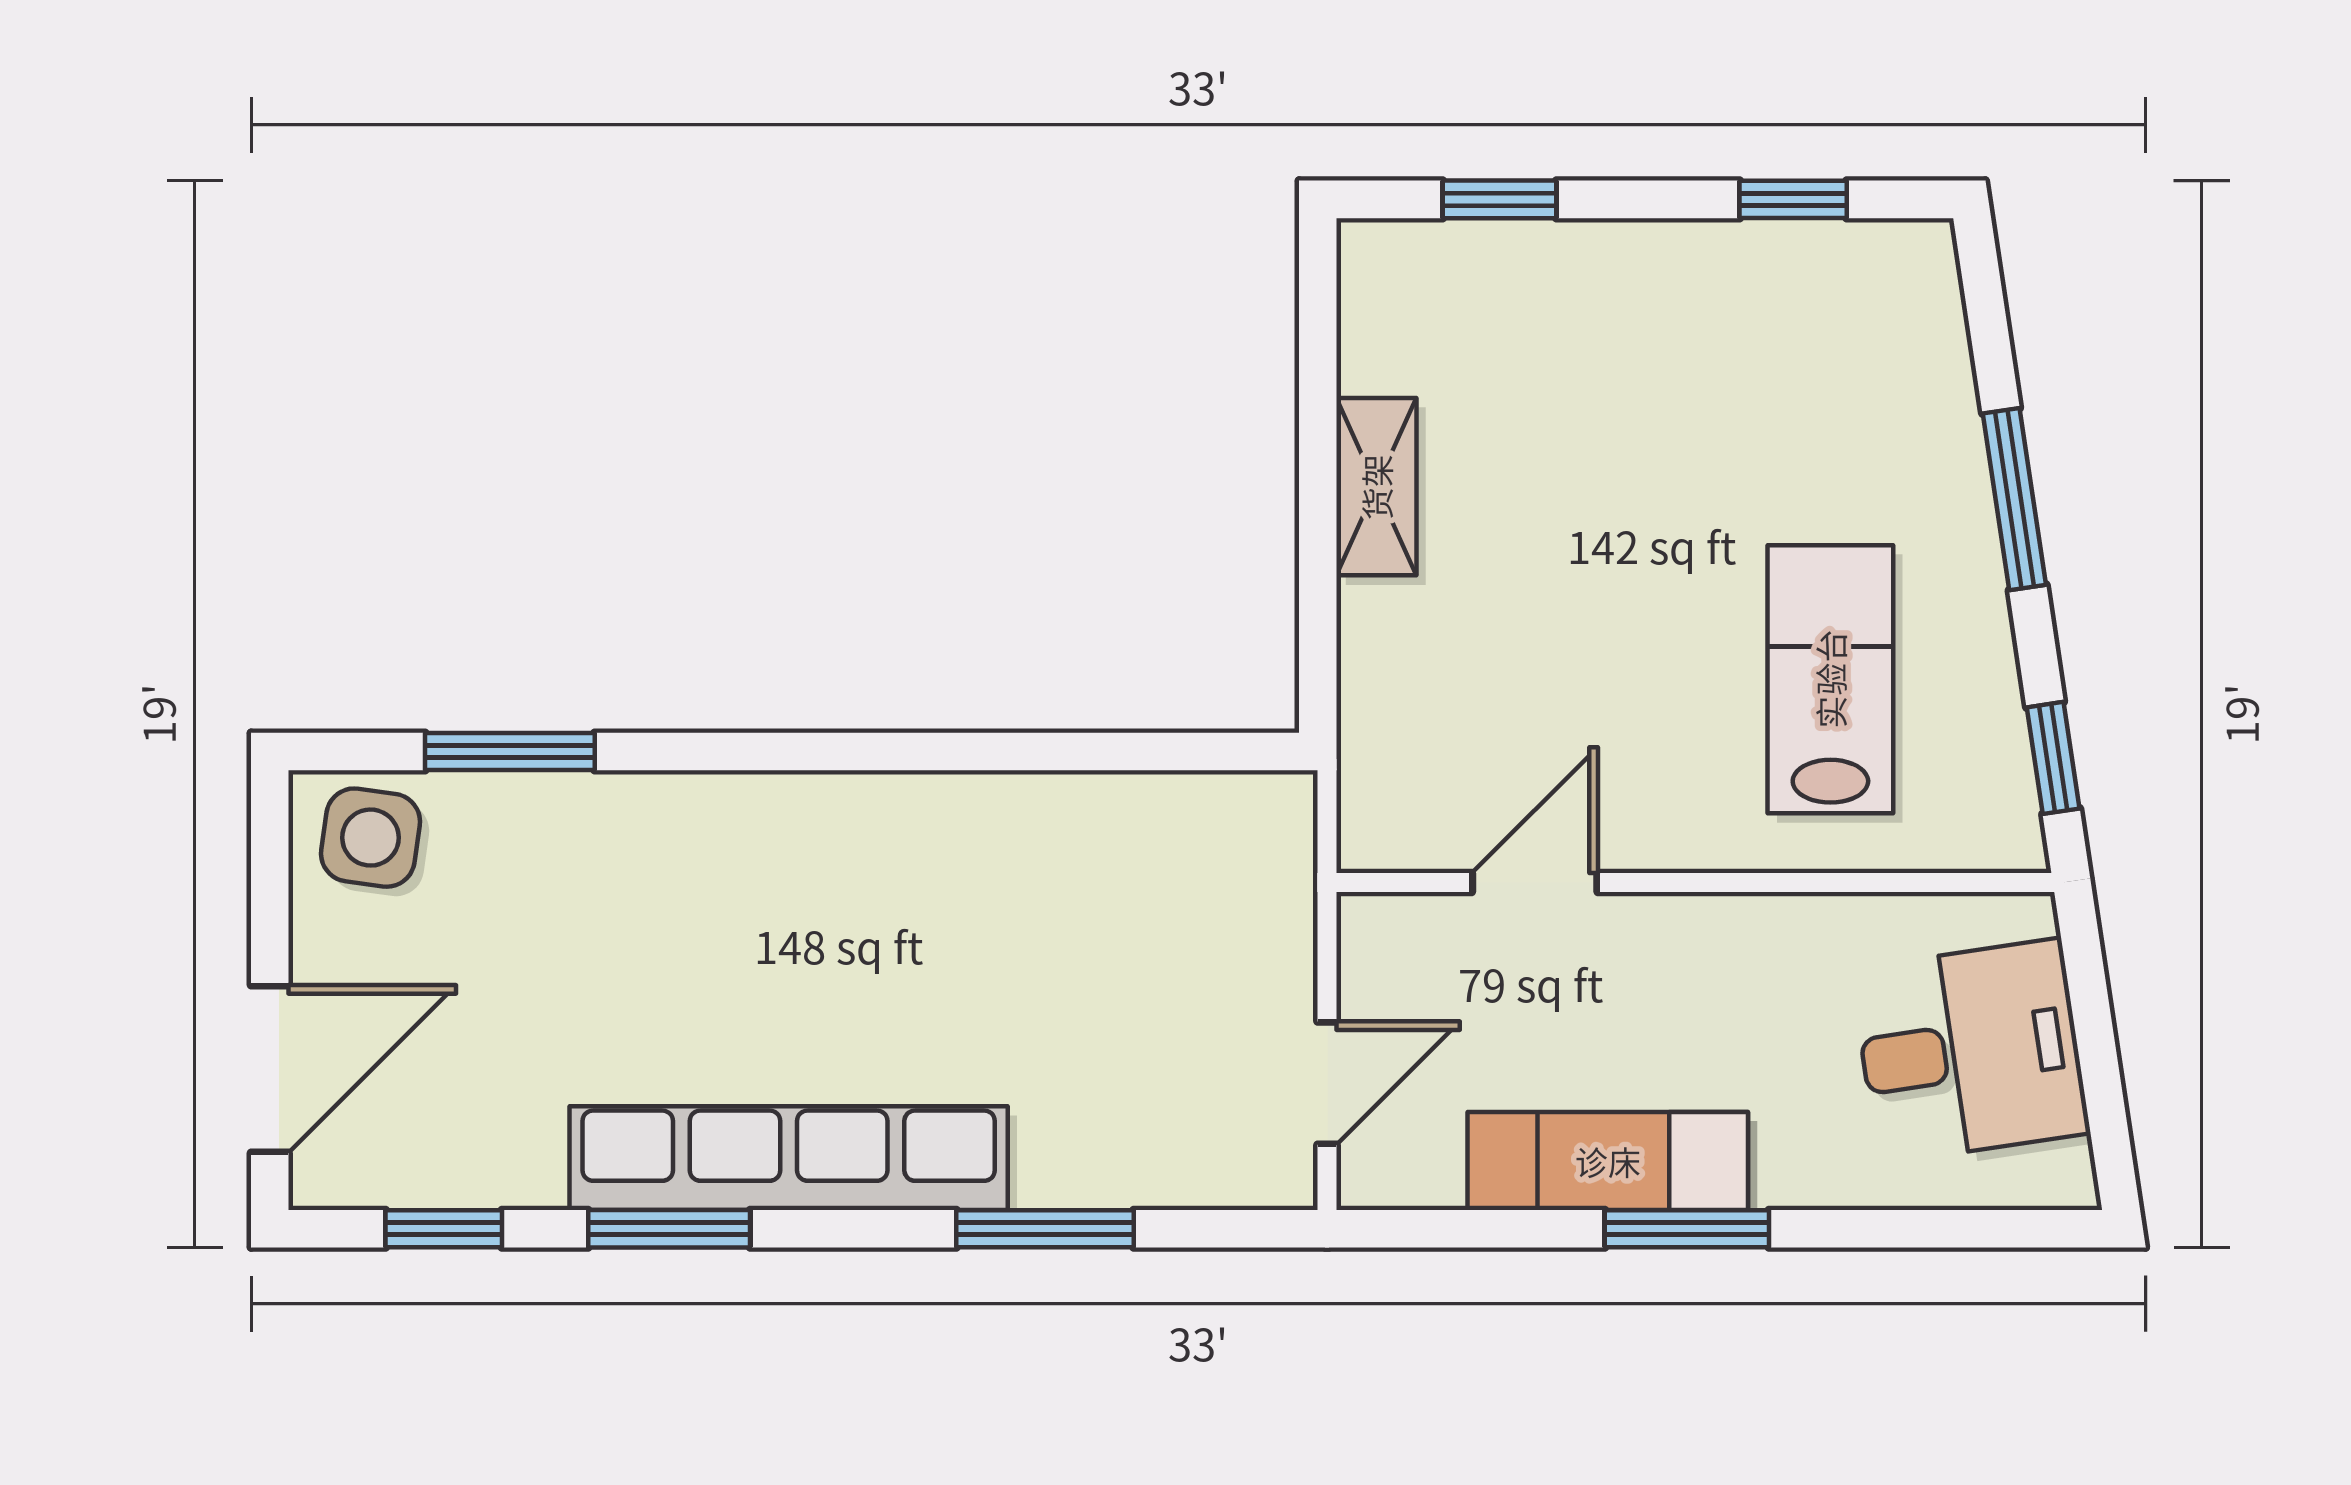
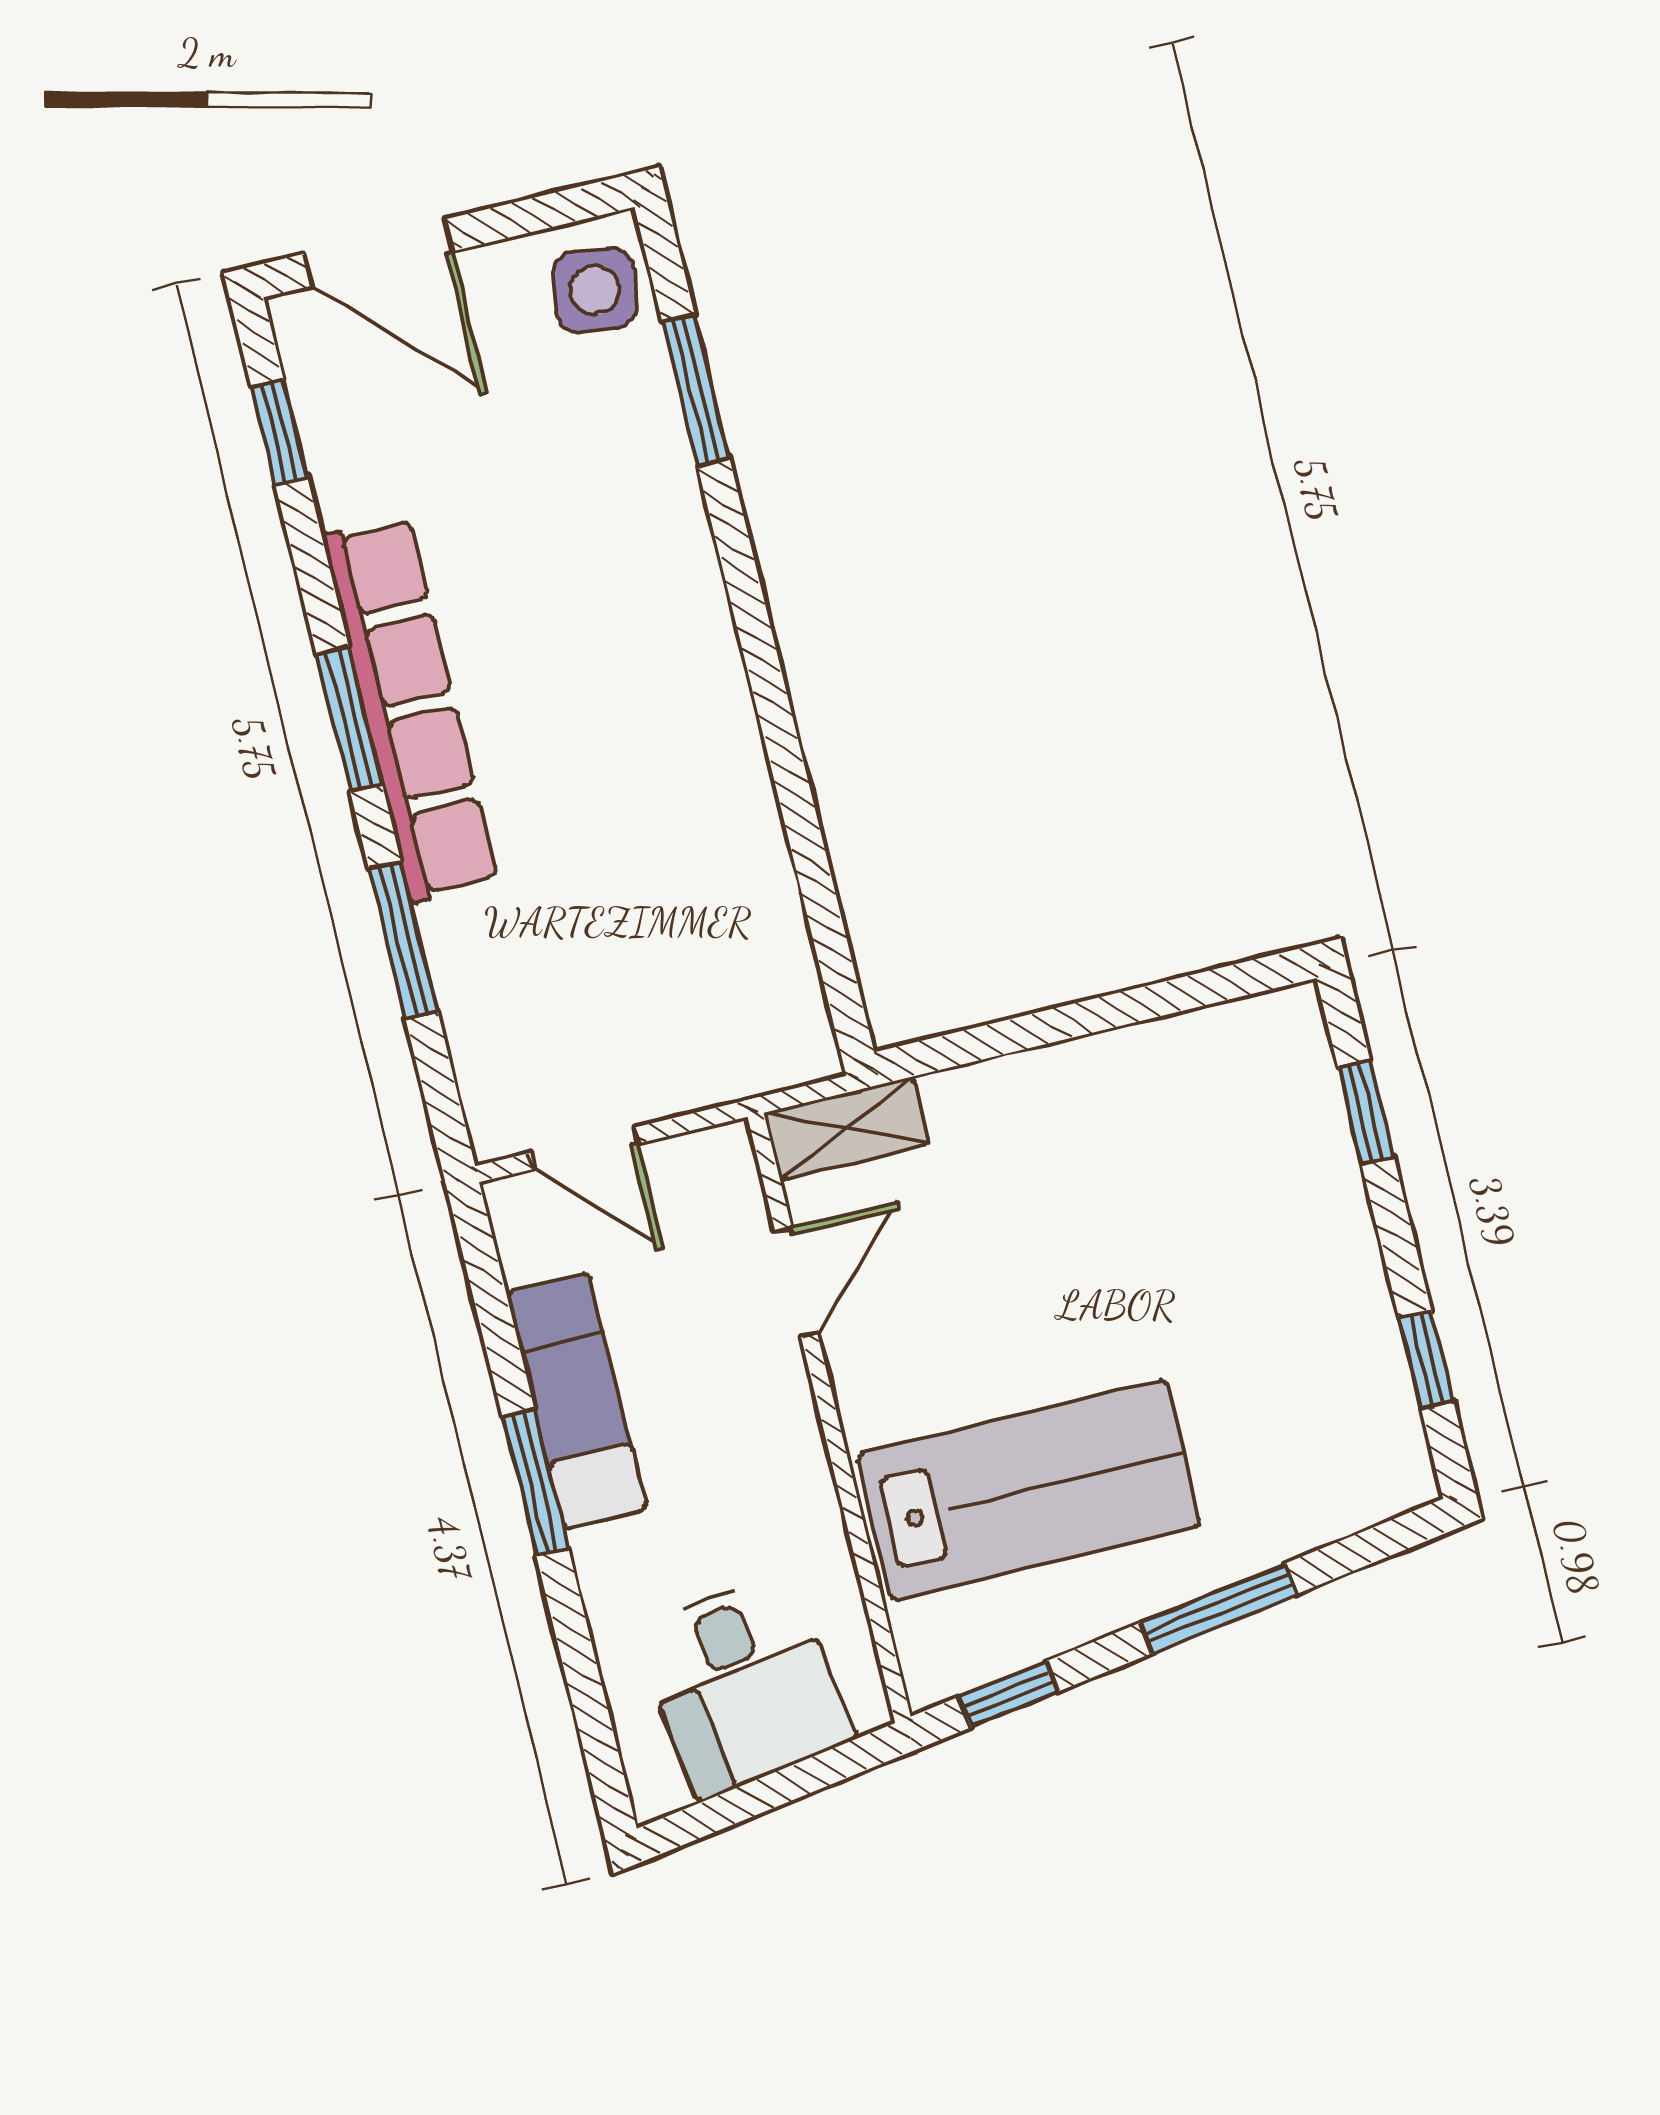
shelving: (1376, 487) -> (847, 1128), moved
lab bench: (1830, 679) -> (1029, 1490), width x1.36, depth x1.39
door: (1535, 883) -> (796, 1282), hinge flipped
window: (669, 1229) -> (349, 719), moved

